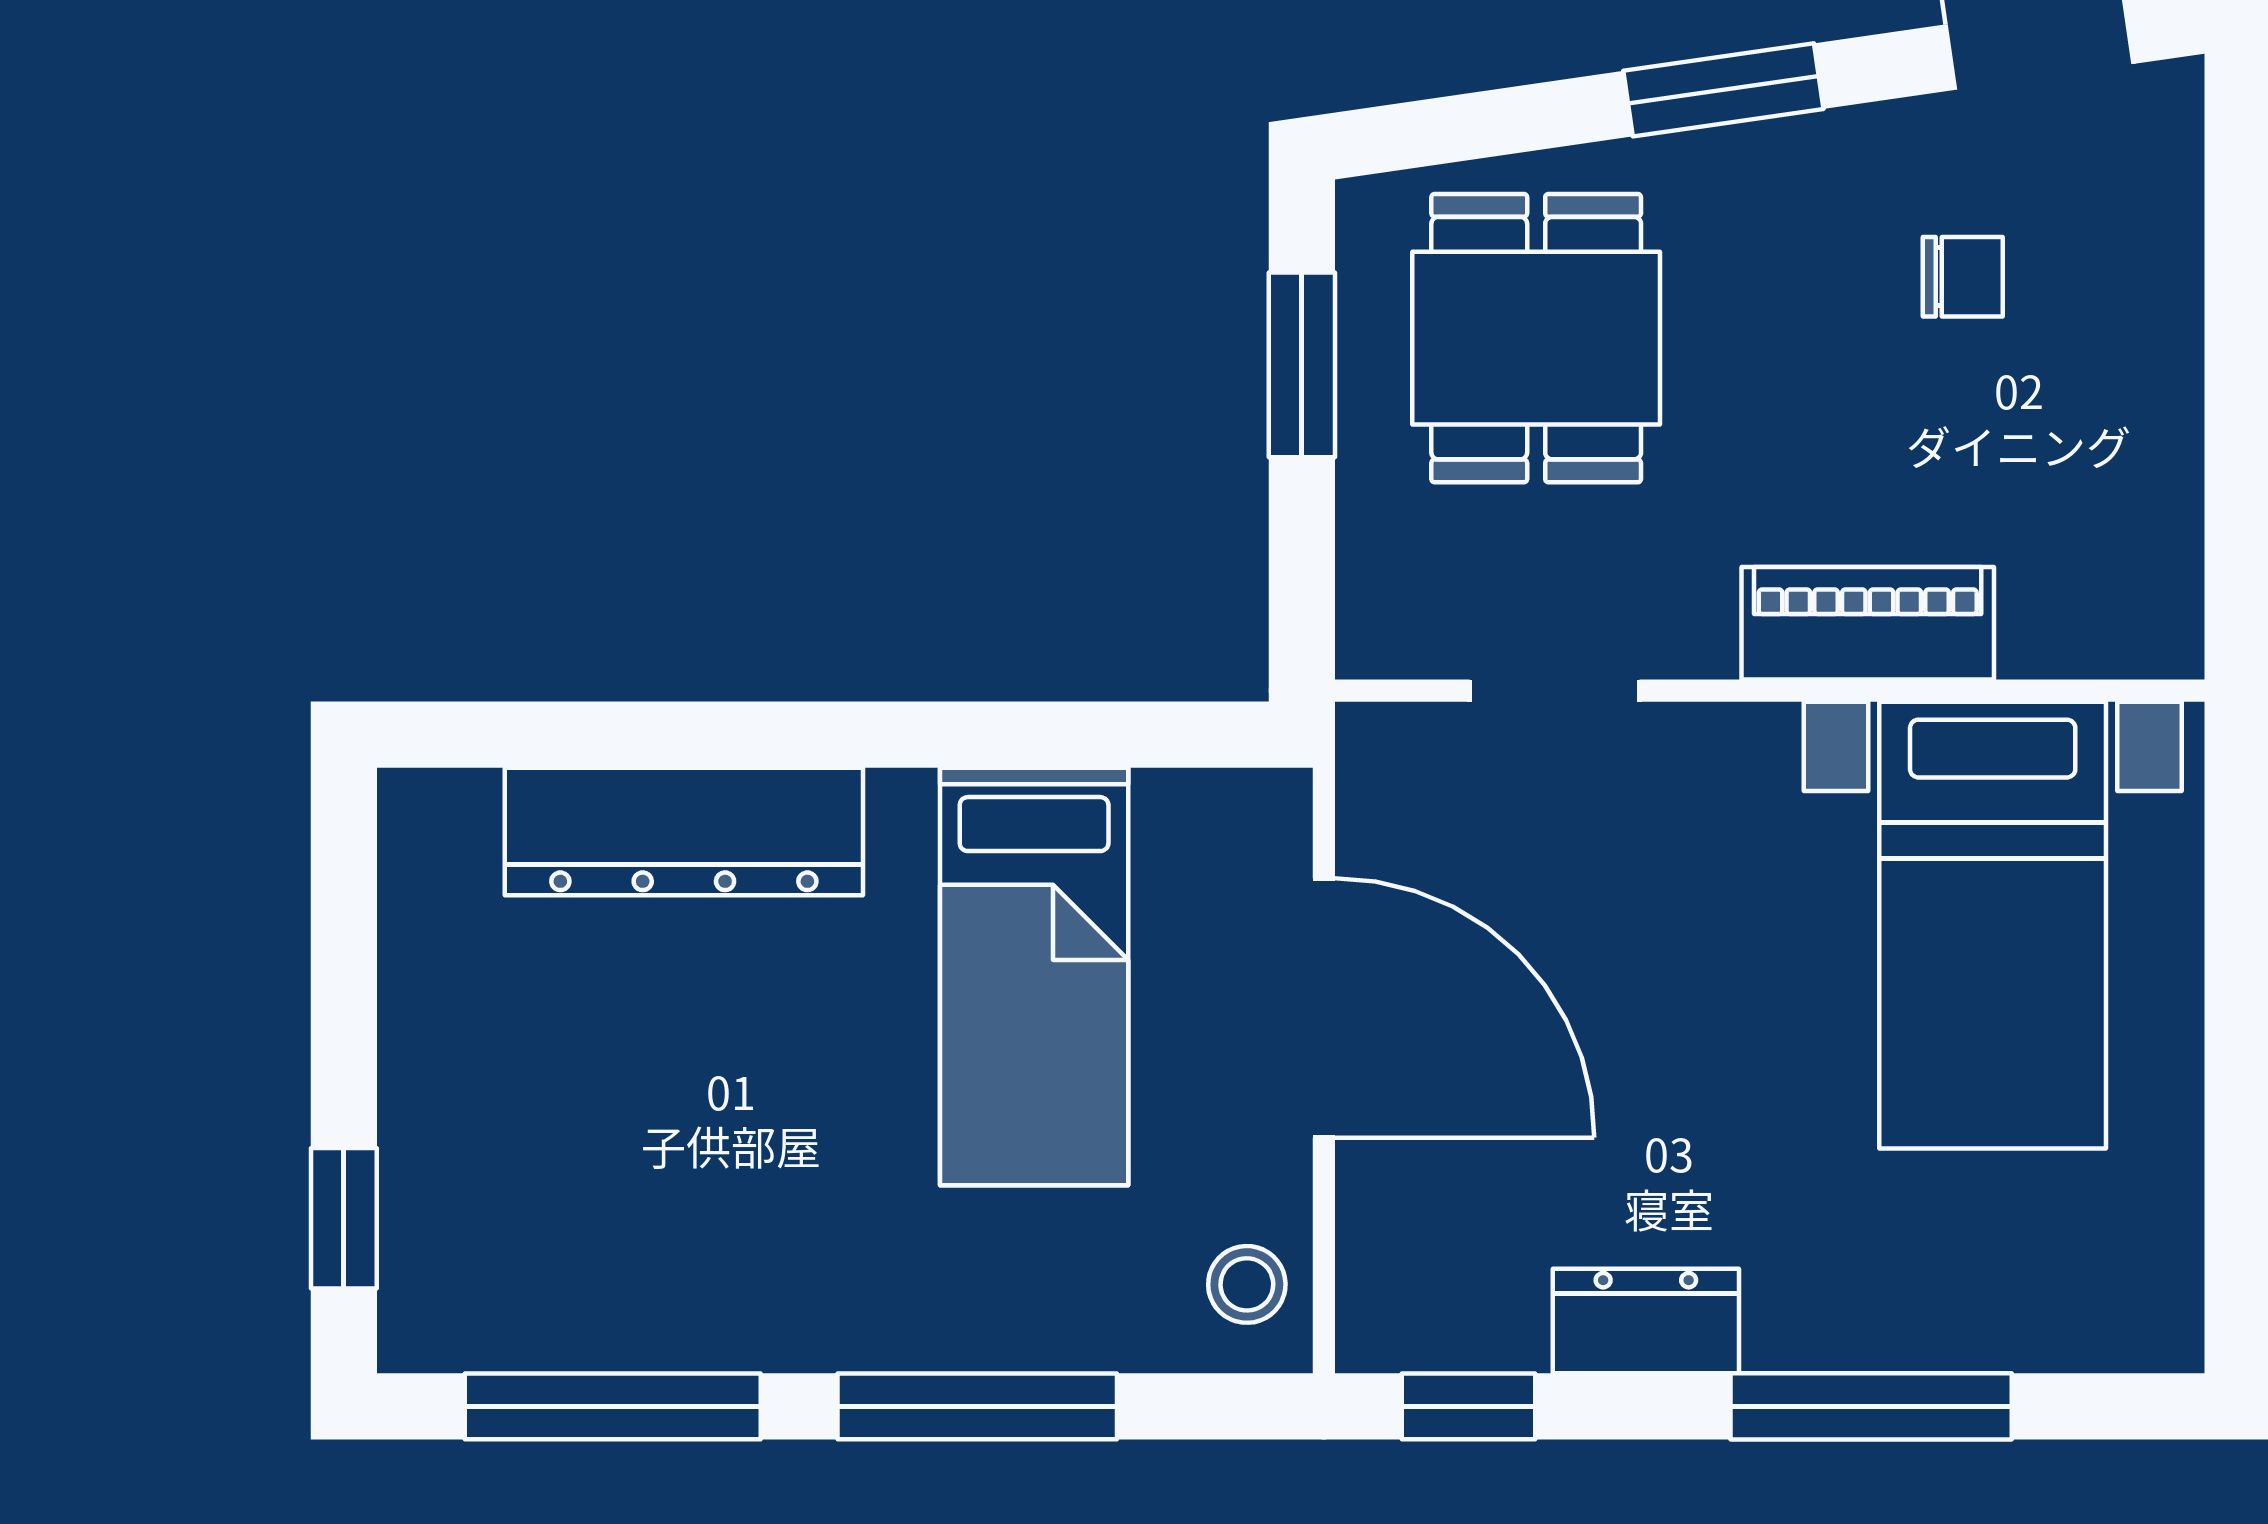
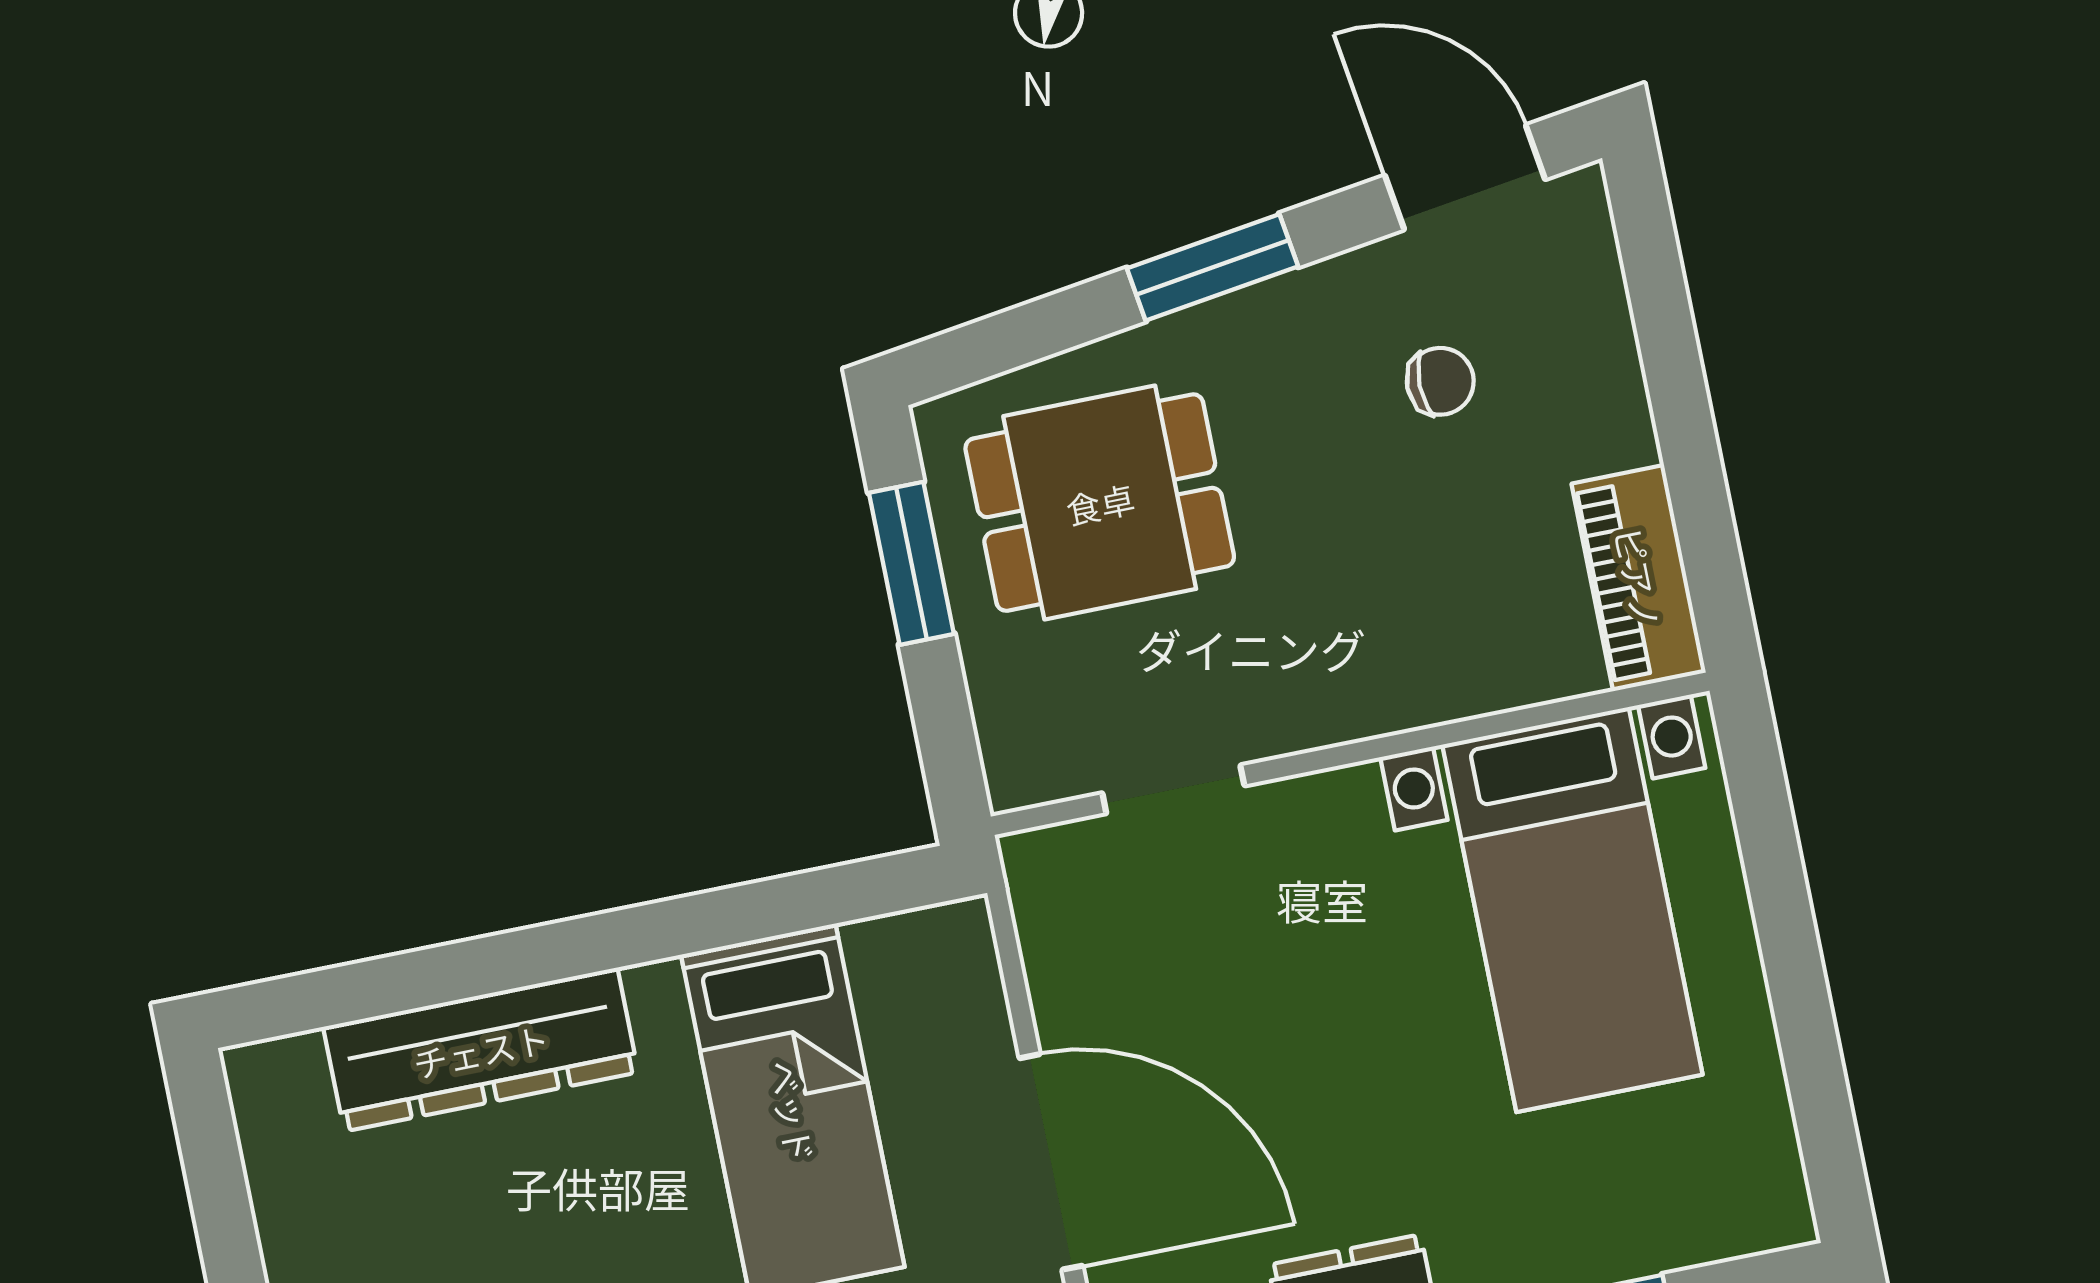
dining table: (1536, 338) -> (1100, 503), turned 90
piano: (1868, 623) -> (1639, 578), moved, turned -90
door: (1324, 1008) -> (1051, 1162), moved

